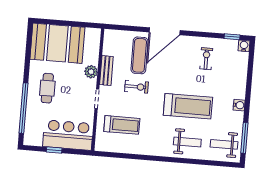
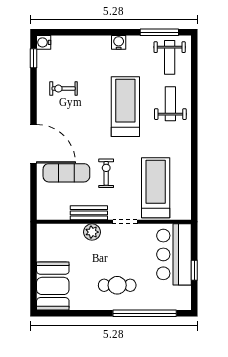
booth: (57, 43) -> (53, 286), width x0.73, depth x0.70
treadmill: (122, 125) -> (156, 188), width x1.37, depth x1.38

